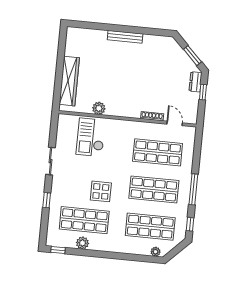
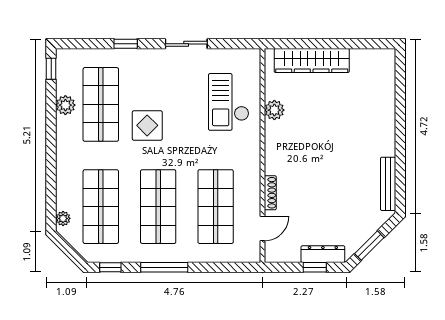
bench: (125, 37) -> (388, 184), moved
dresser: (195, 82) -> (323, 254), width x1.44
checkout: (91, 137) -> (229, 102), turned -90

